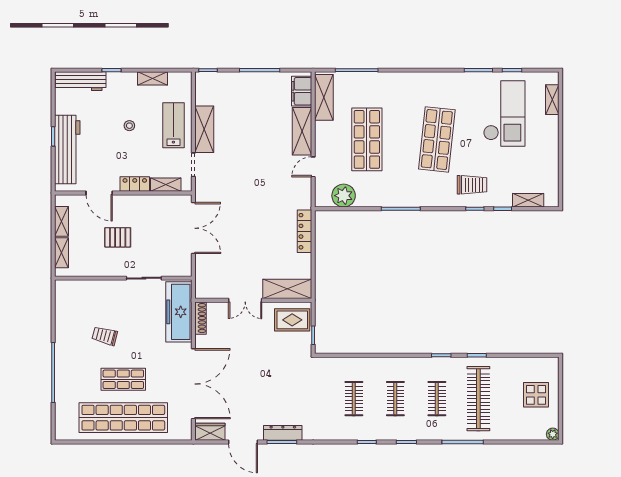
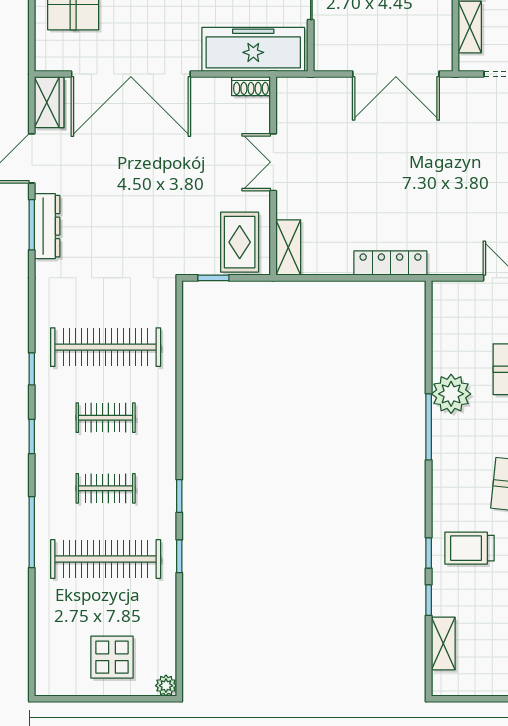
trolley: (472, 185) -> (470, 548), turned 90
plant: (344, 196) -> (451, 394), moved
shelving: (287, 289) -> (288, 247), width x0.67, depth x0.75
shoe rack: (201, 318) -> (251, 86), width x0.70
clothes rail: (354, 399) -> (106, 347), width x1.86, depth x1.31
plant: (553, 434) -> (166, 686), moved

